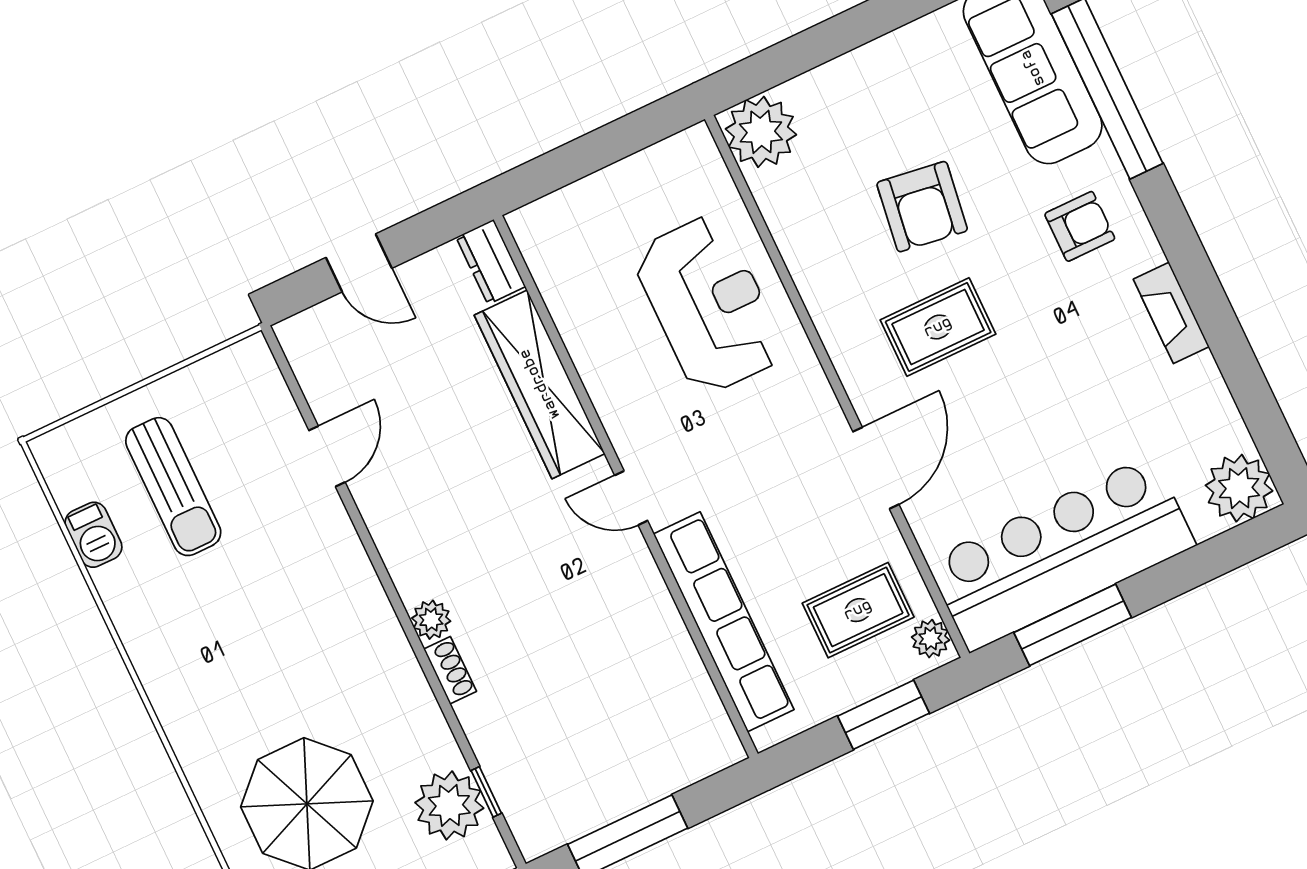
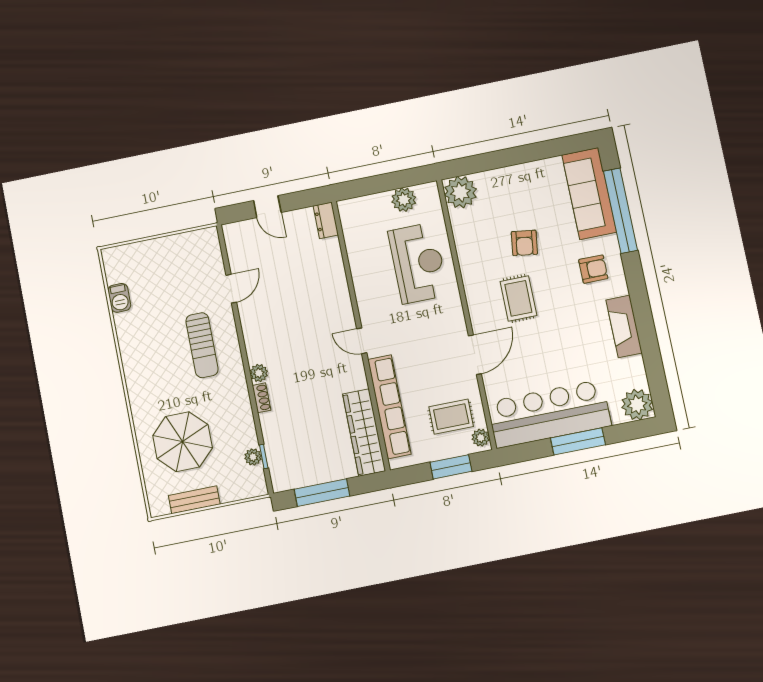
plant: (645, 177) -> (404, 200), added
armchair: (922, 207) -> (524, 243), width x0.72, depth x0.72
fireplace: (1171, 313) -> (624, 326), width x1.37, depth x1.32
rug: (938, 327) -> (518, 298), turned 90
wardrobe: (540, 384) -> (364, 432), moved
sun lounger: (173, 487) -> (202, 345), moved
window: (1073, 625) -> (578, 441), moved
plant: (449, 805) -> (253, 457), width x0.53, depth x0.53

